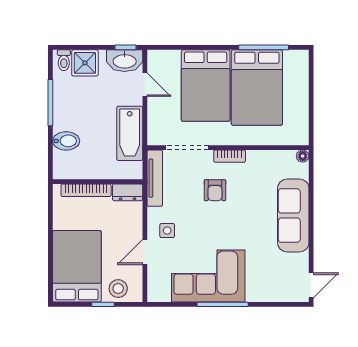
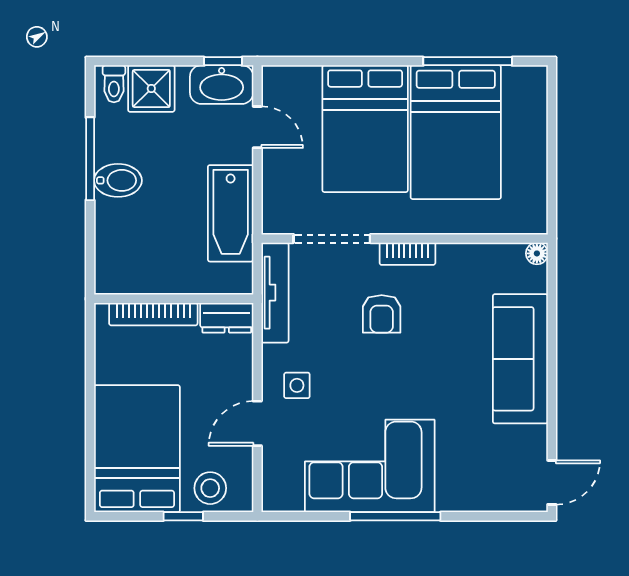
bidet: (66, 141) -> (118, 180), moved

